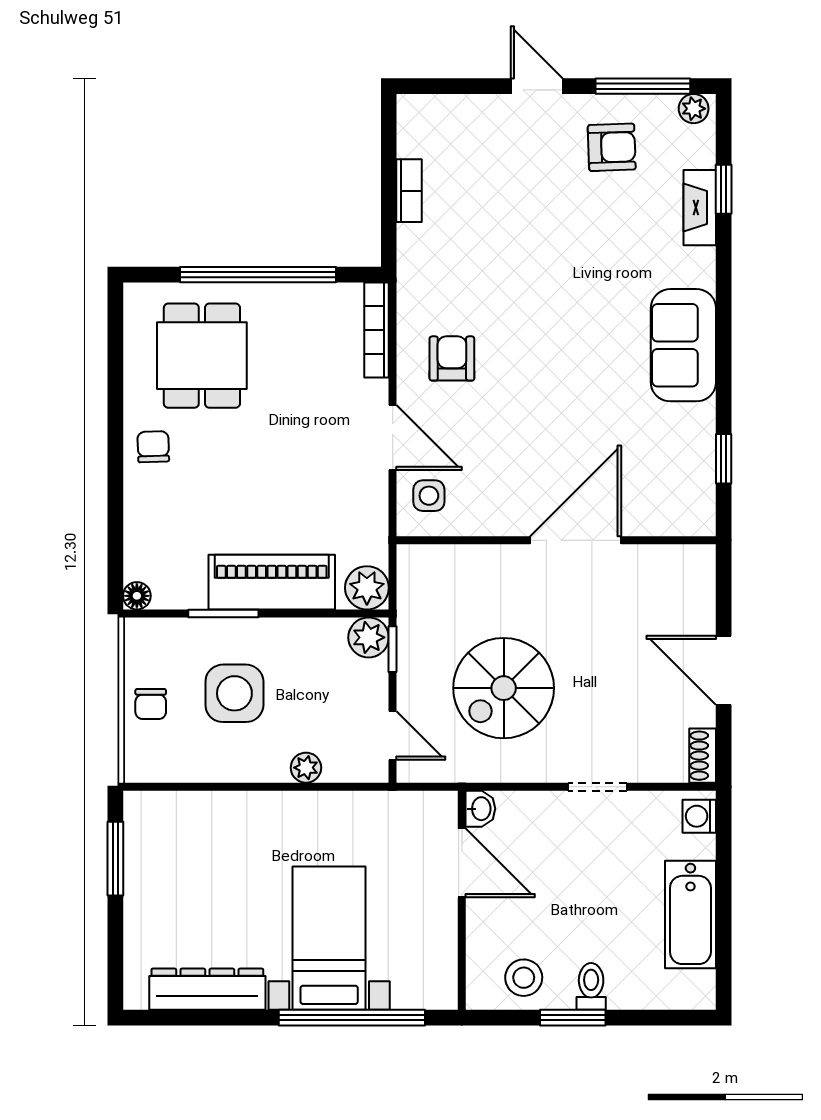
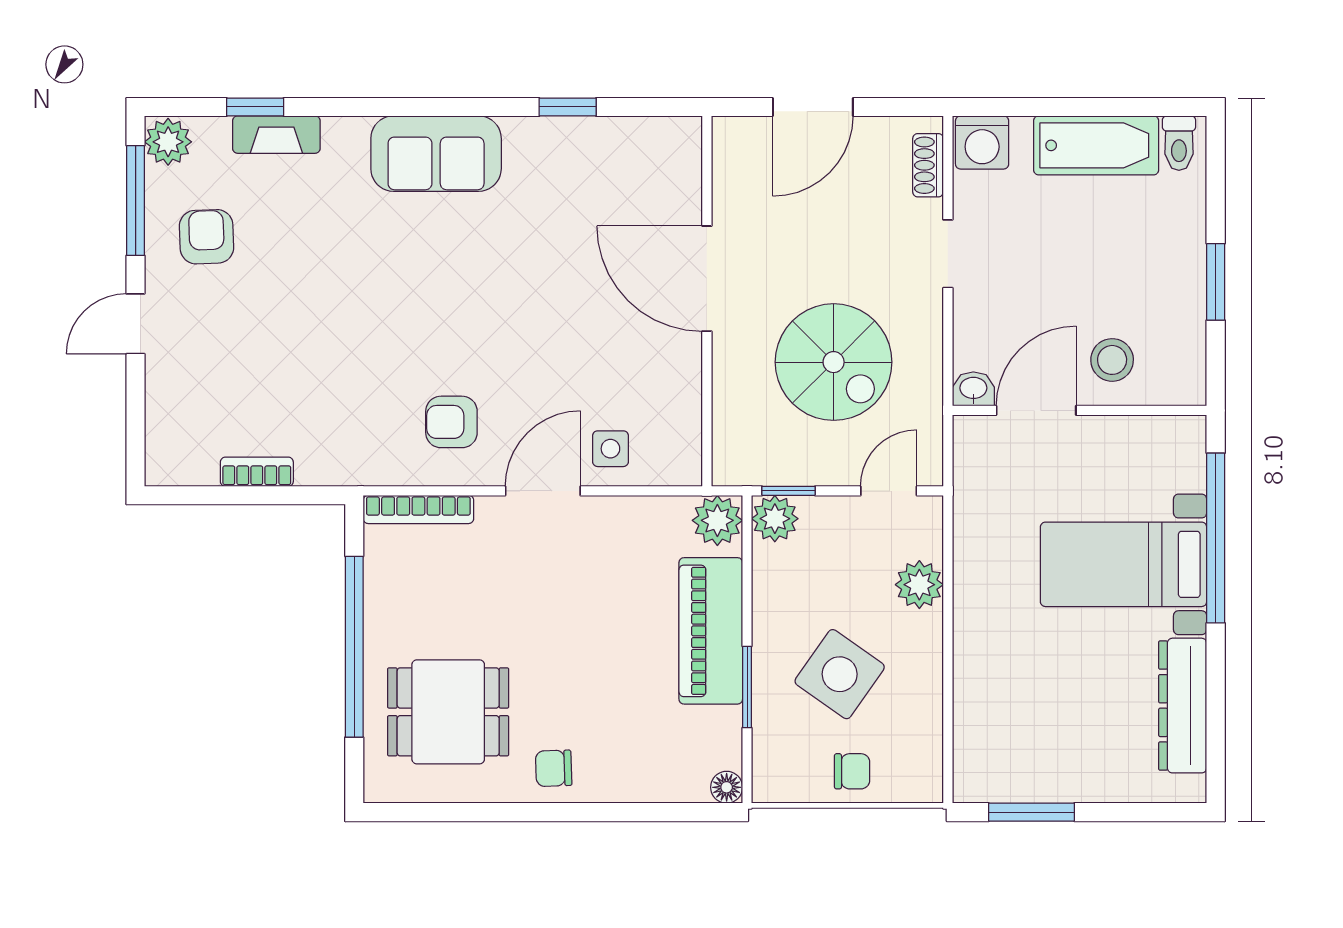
plant: (694, 109) -> (168, 142), width x1.38, depth x1.38
wall: (556, 540) -> (707, 301), moved
door: (576, 540) -> (707, 279), moved
side table: (234, 693) -> (840, 674), turned 35
shoe rack: (703, 756) -> (928, 165), moved, turned 90
plant: (306, 768) -> (919, 585), width x1.38, depth x1.38
washing machine: (699, 816) -> (982, 142), width x1.38, depth x1.38
stool: (524, 978) -> (1112, 360), moved
toilet: (591, 986) -> (1179, 143), moved, turned -90

